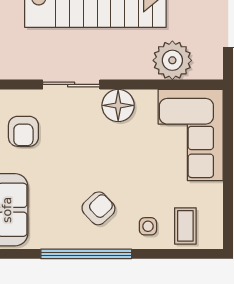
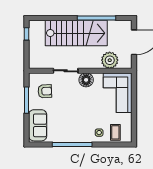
armchair: (23, 131) -> (45, 91), turned -93
armchair: (98, 208) -> (78, 125), removed

